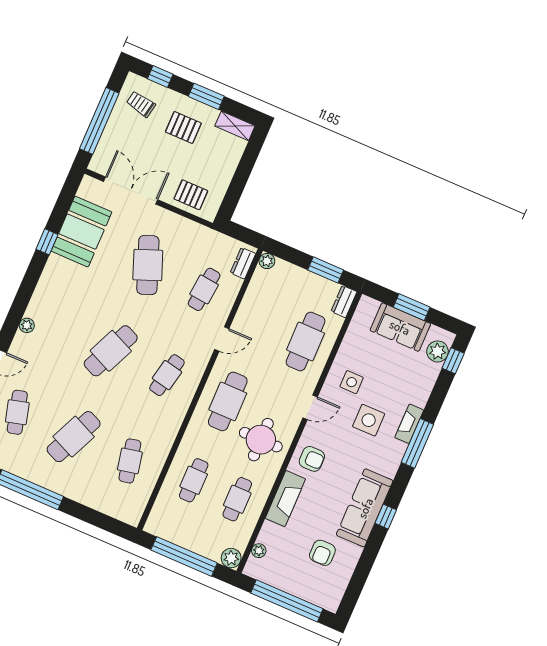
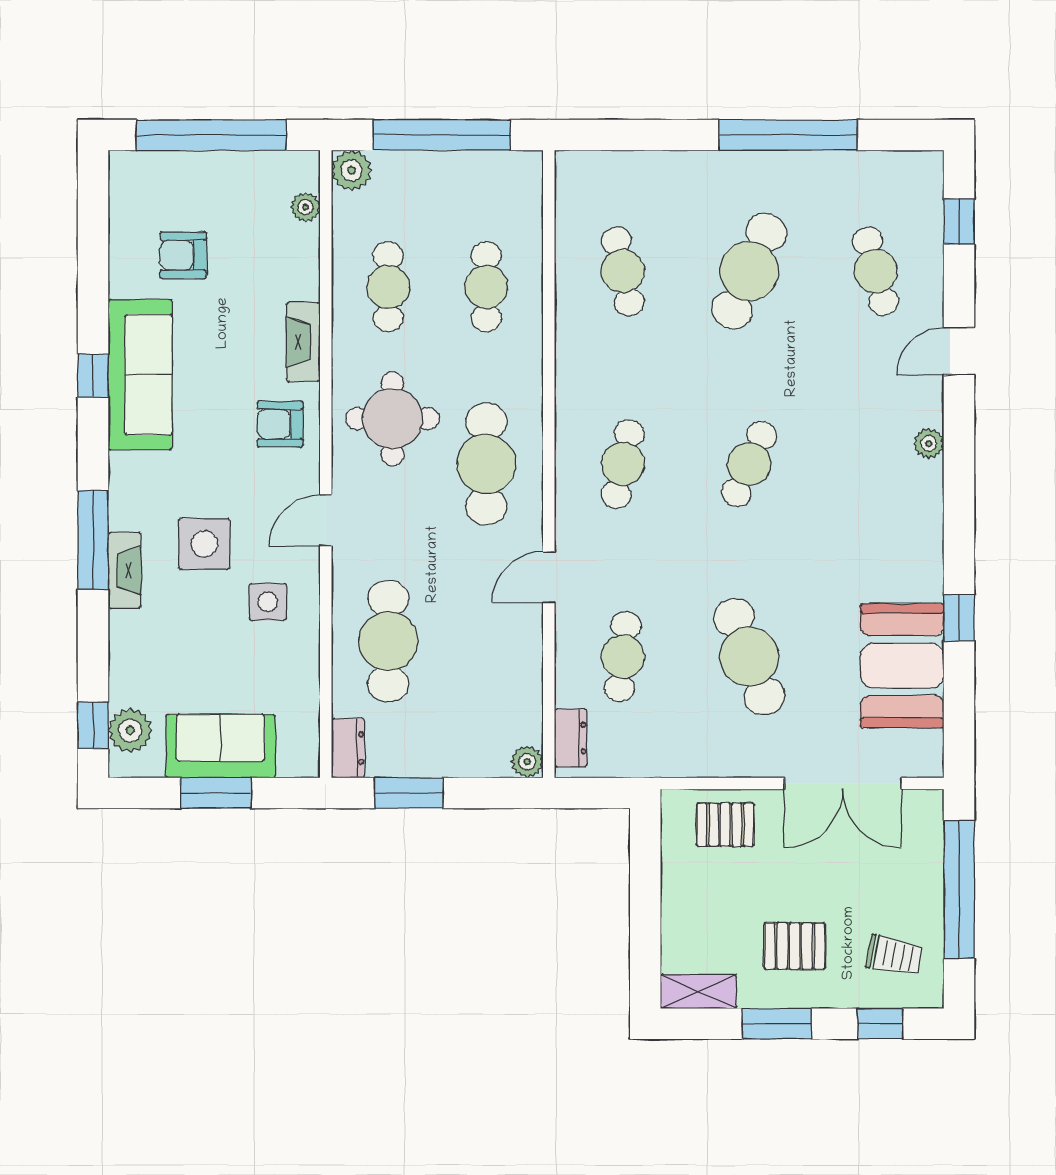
cafe table: (111, 351) -> (749, 464), width x0.73, depth x0.74
fireplace: (285, 499) -> (303, 342), width x0.73, depth x0.76
armchair: (322, 553) -> (183, 255), turned -90

